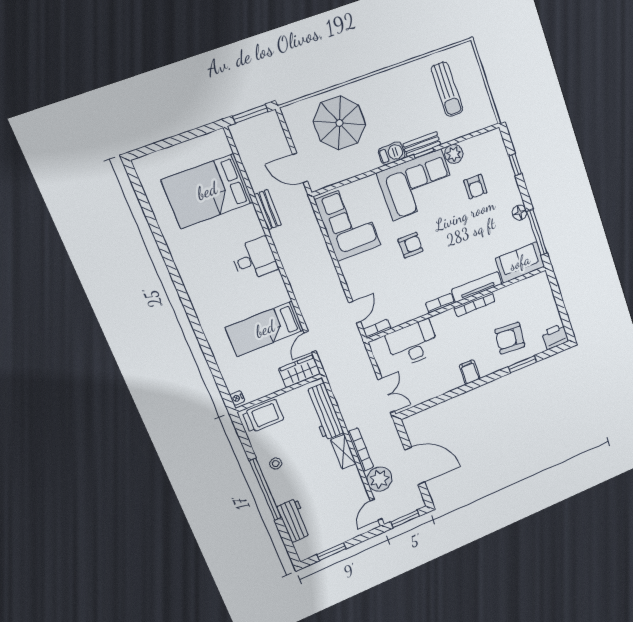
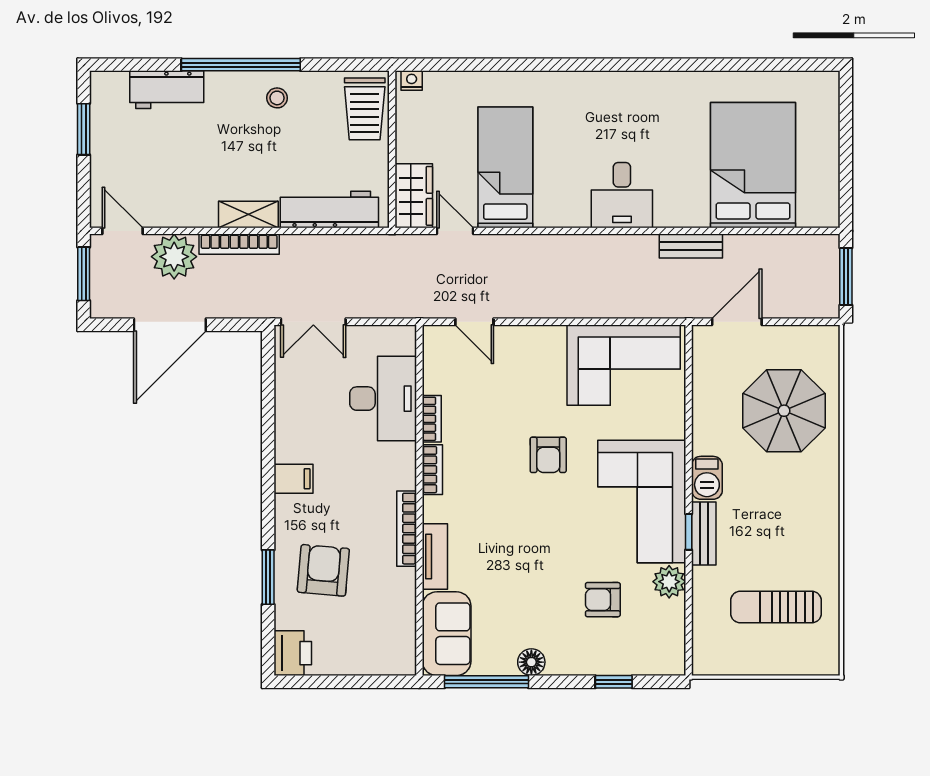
tv unit: (477, 287) -> (435, 557), width x0.71
bookcase: (377, 329) -> (432, 419), moved

